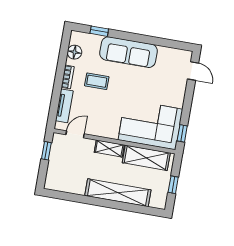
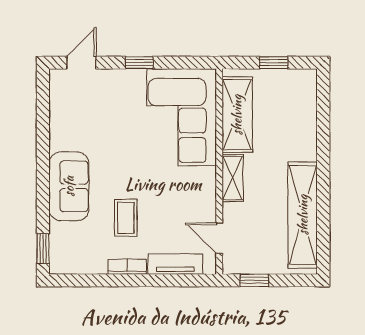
window: (99, 31) -> (43, 249), moved
floor lamp: (74, 52) -> (84, 263), removed
sofa: (129, 52) -> (69, 186), width x0.73
window: (182, 133) -> (139, 63), moved
shelving: (118, 193) -> (303, 215), moved

